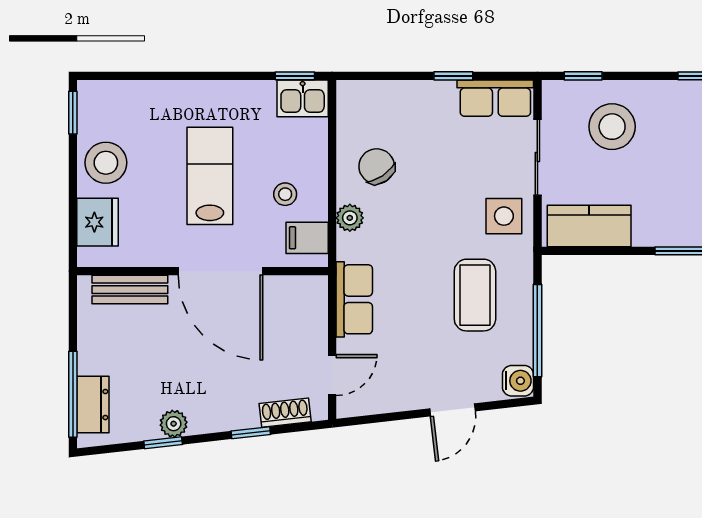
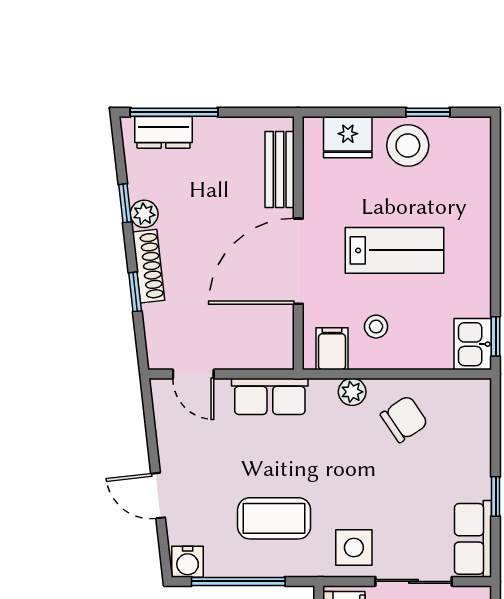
window: (73, 113) -> (428, 112), moved
shoe rack: (285, 413) -> (148, 266), moved, width x1.43

